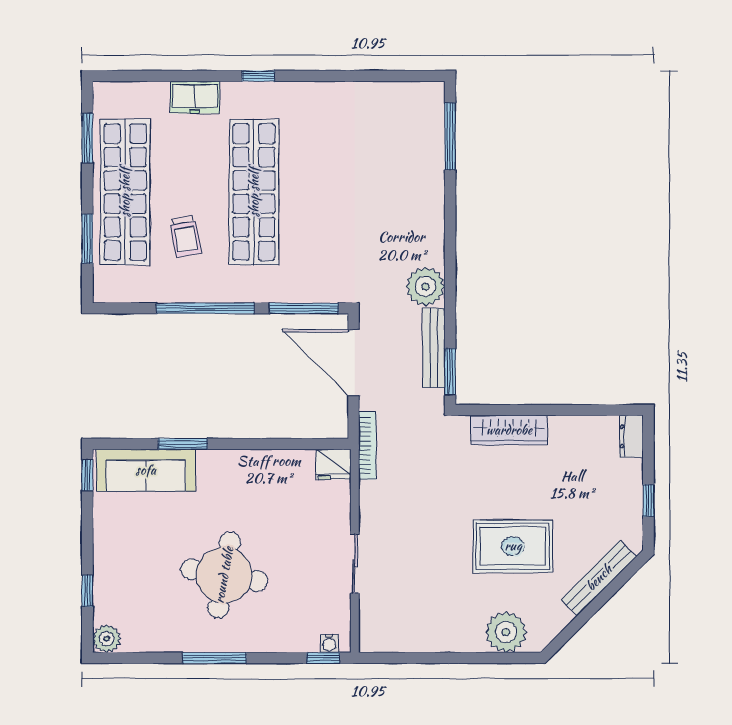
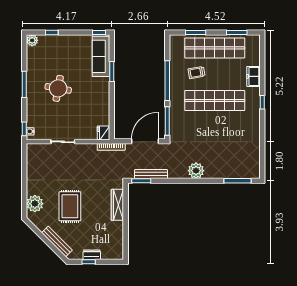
plant: (425, 286) -> (196, 171), moved
dresser: (631, 436) -> (92, 255), moved
round table: (224, 575) -> (58, 88), width x0.73, depth x0.73

